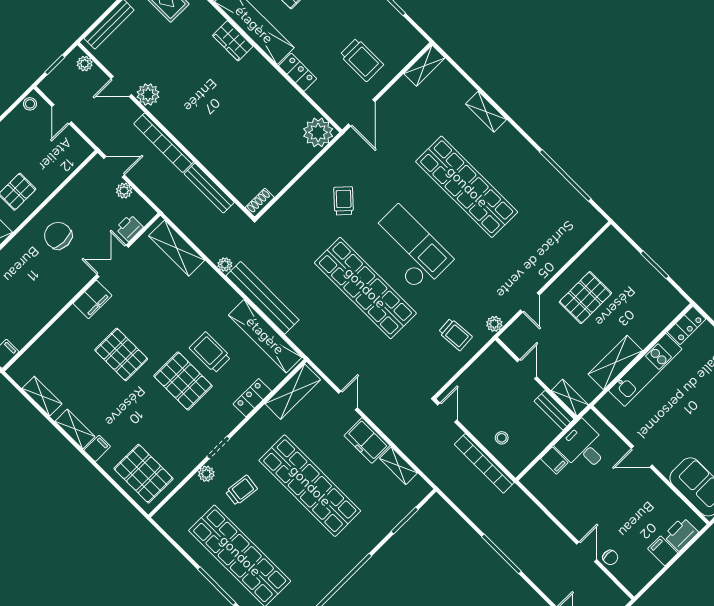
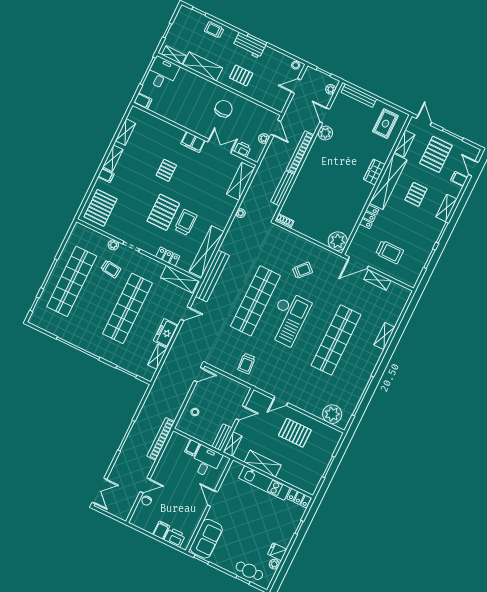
trolley: (362, 60) -> (390, 252), turned -90
shelving: (424, 66) -> (377, 280), moved
bench: (263, 298) -> (212, 276), moved
plant: (494, 324) -> (332, 414), moved, width x1.87, depth x1.87
pallet: (121, 354) -> (166, 170), width x0.67, depth x0.71
bookcase: (484, 463) -> (161, 439), moved

